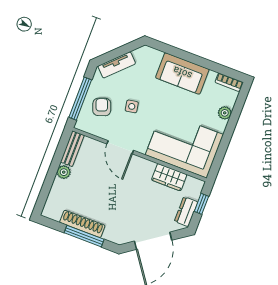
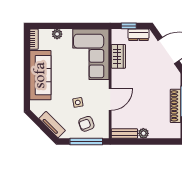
sofa: (182, 73) -> (40, 75), width x1.36

